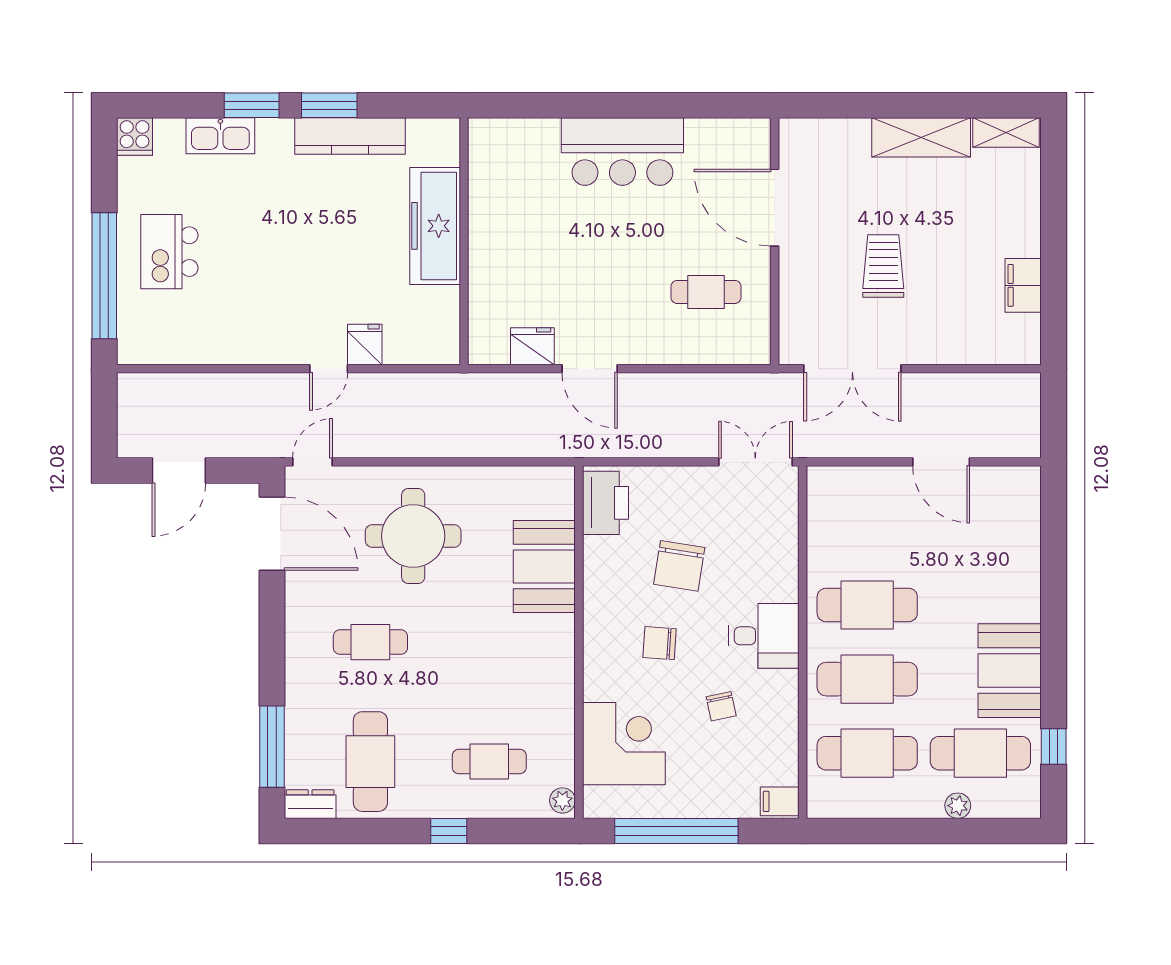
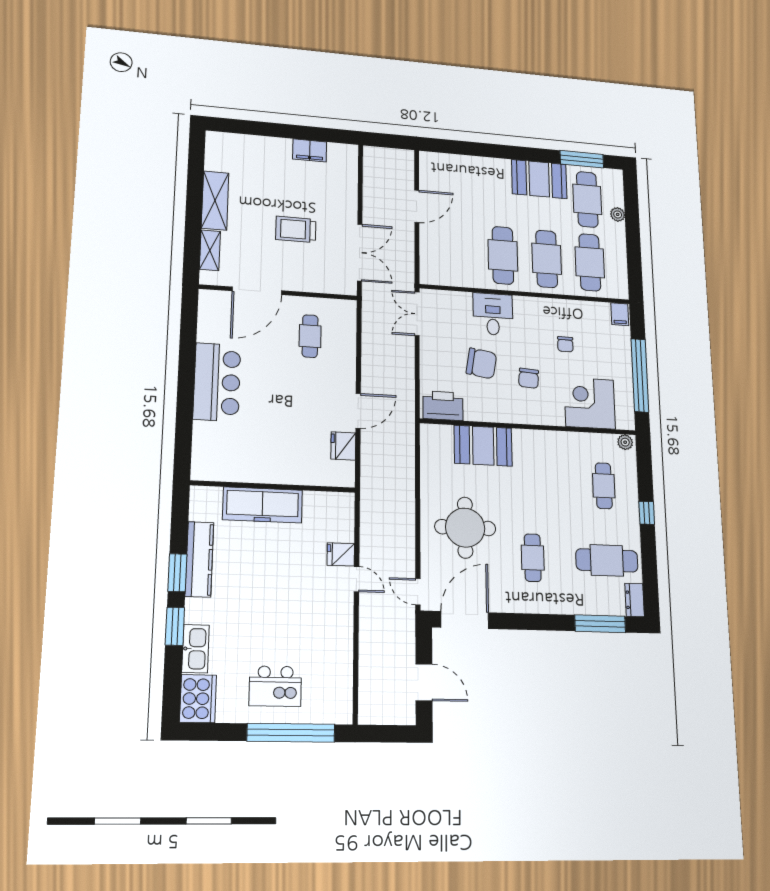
shelving: (1006, 133) -> (210, 250), moved
cooker: (135, 136) -> (198, 699), width x1.87, depth x1.31
desk: (764, 636) -> (493, 314), moved
chair: (721, 706) -> (565, 344), turned 102
window: (1054, 746) -> (582, 159), width x2.17

